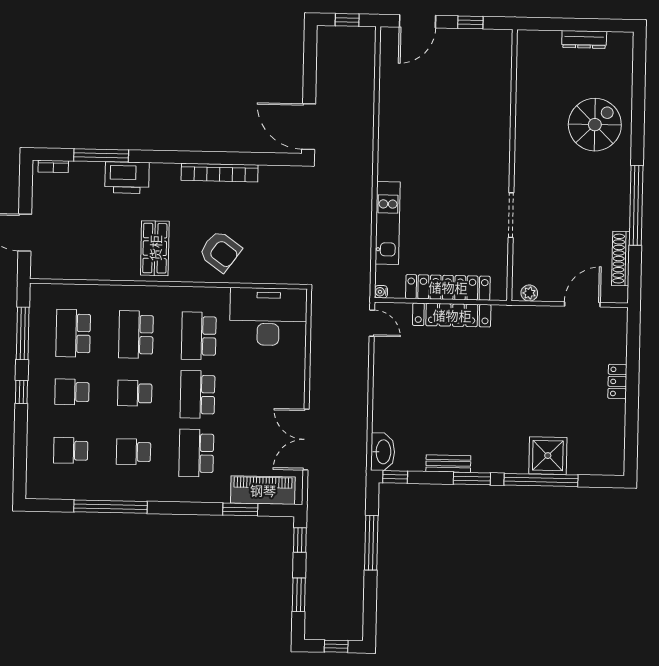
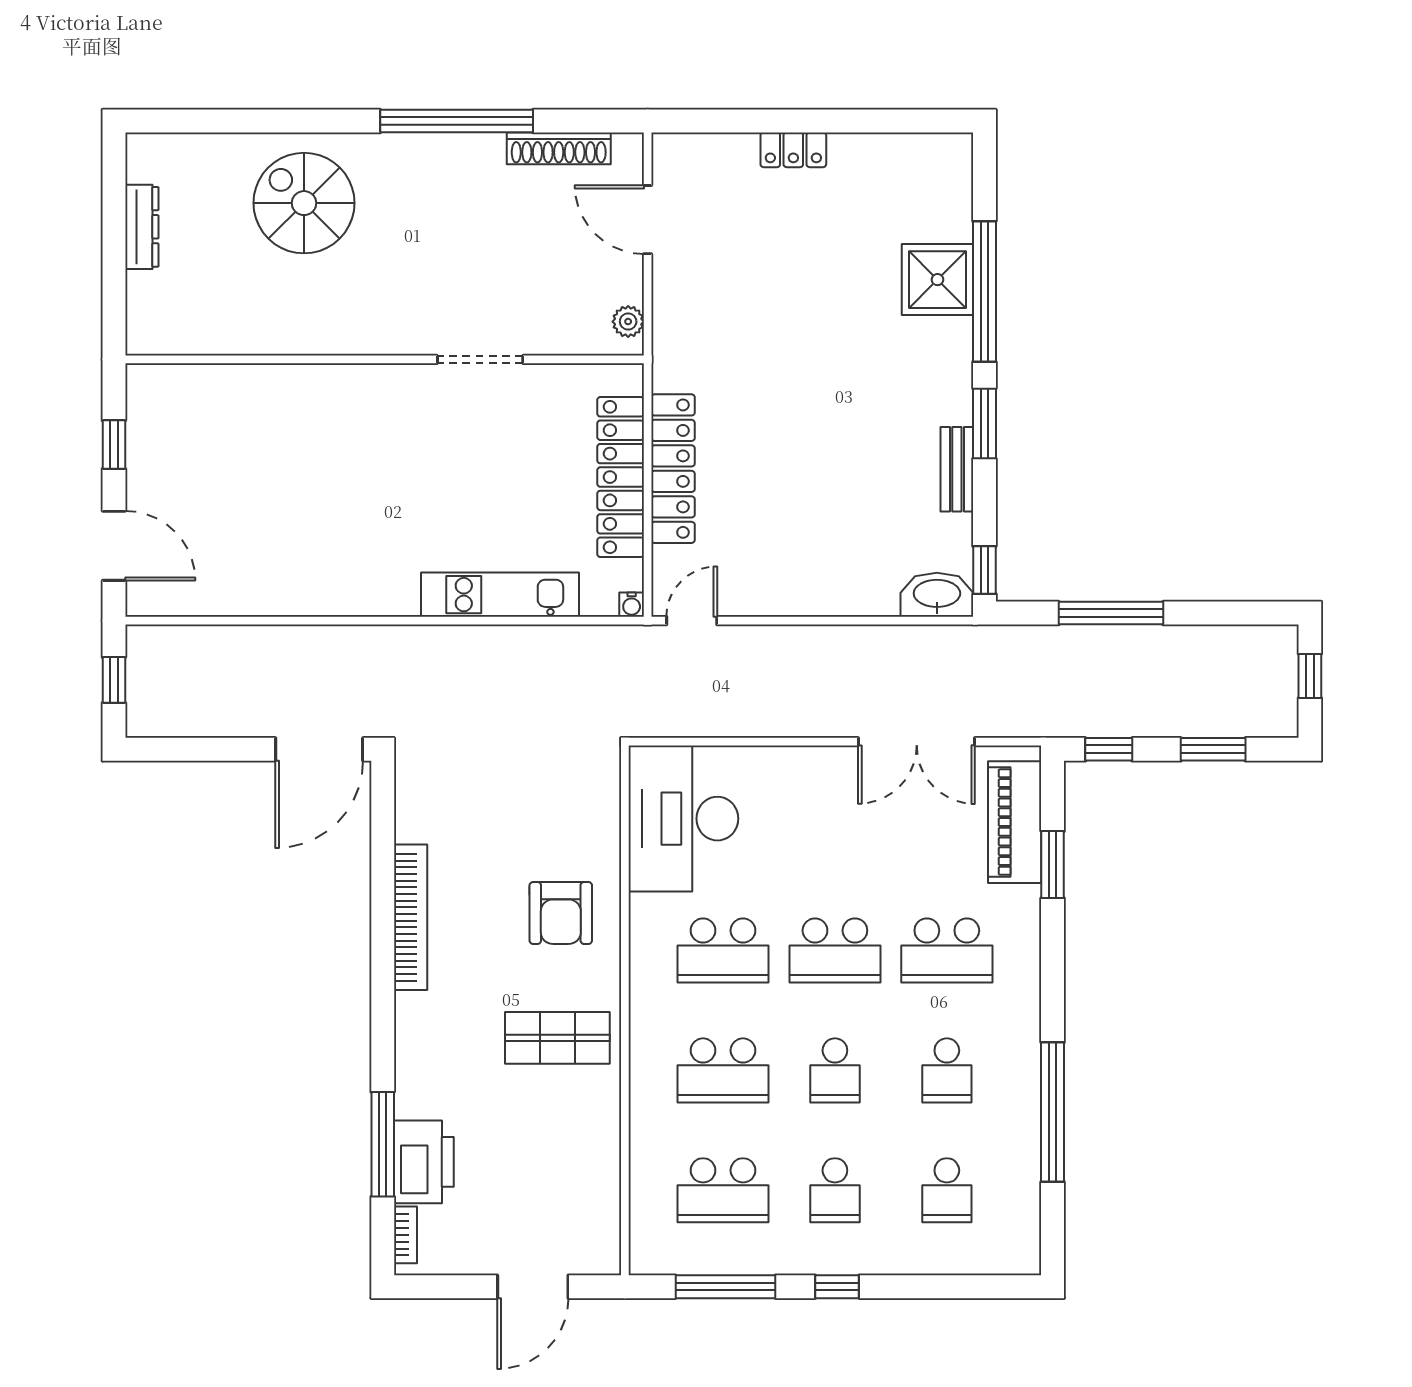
printer: (127, 178) -> (424, 1162), moved
armchair: (220, 251) -> (561, 913), turned 144

